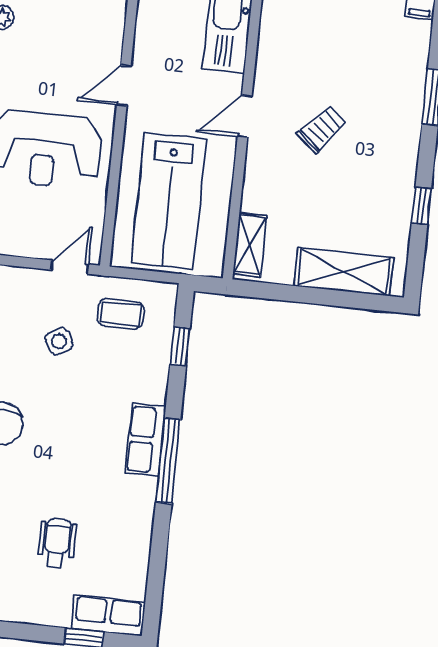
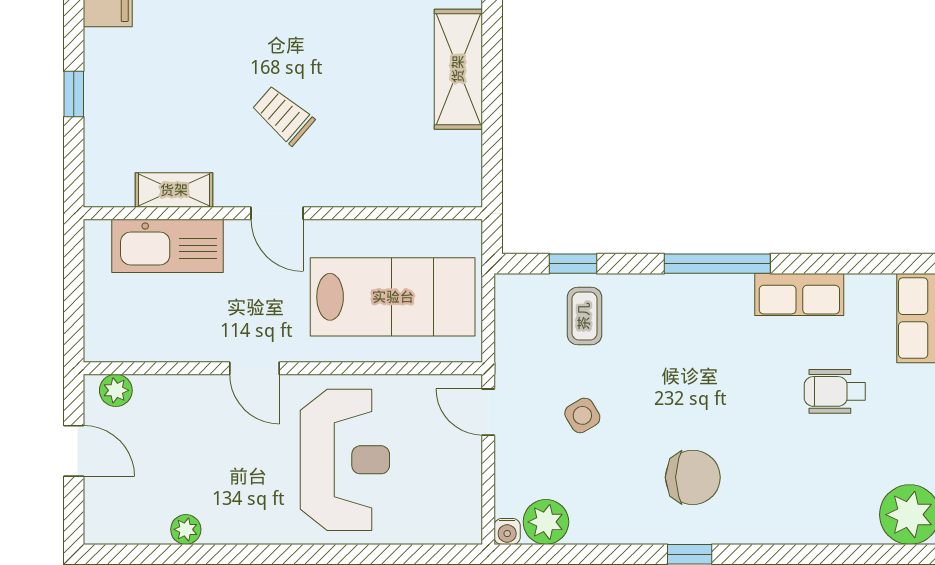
shelving: (250, 245) -> (174, 190), moved
coffee table: (121, 314) -> (584, 316), moved
row of seats: (146, 440) -> (799, 295), moved

